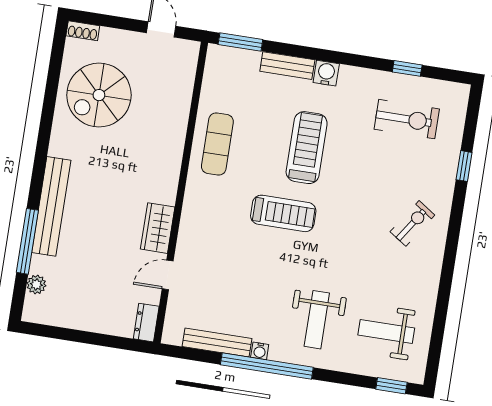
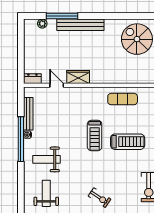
window: (391, 386) -> (21, 200), removed

